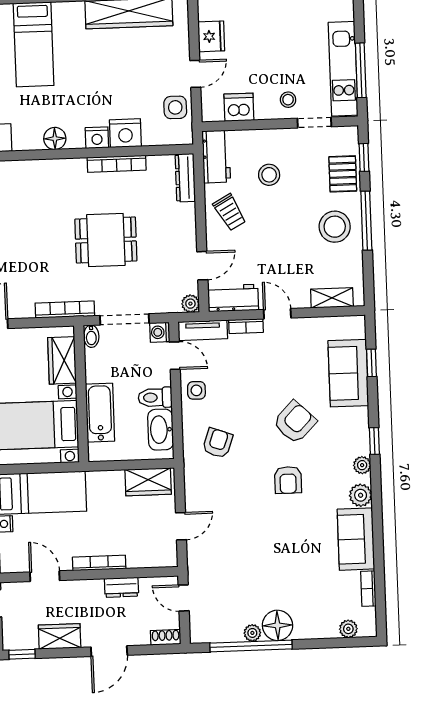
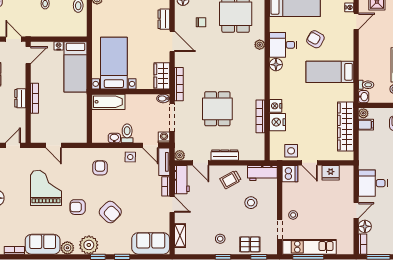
dishwasher: (239, 107) -> (290, 174), moved
floor lamp: (55, 139) -> (276, 65), moved
dresser: (185, 178) -> (225, 155), moved
window: (366, 221) -> (223, 257), width x0.46
stool: (335, 227) -> (220, 239), width x0.53, depth x0.53
door: (277, 314) -> (172, 204), hinge flipped
door: (175, 356) -> (150, 145), hinge flipped
wardrobe: (62, 360) -> (162, 76), moved, turned -90
window: (372, 363) -> (122, 257), moved
sofa: (348, 373) -> (151, 243), moved
bathtub: (100, 413) -> (108, 102), moved
washbasin: (161, 430) -> (114, 138), width x0.52, depth x0.69
armchair: (218, 443) -> (100, 168), turned -110
plant: (362, 465) -> (89, 245), width x1.88, depth x1.88
wardrobe: (148, 482) -> (79, 128), removed
grand piano: (256, 537) -> (46, 188), added
door: (45, 576) -> (28, 55), moved
dresser: (121, 587) -> (20, 98), moved

